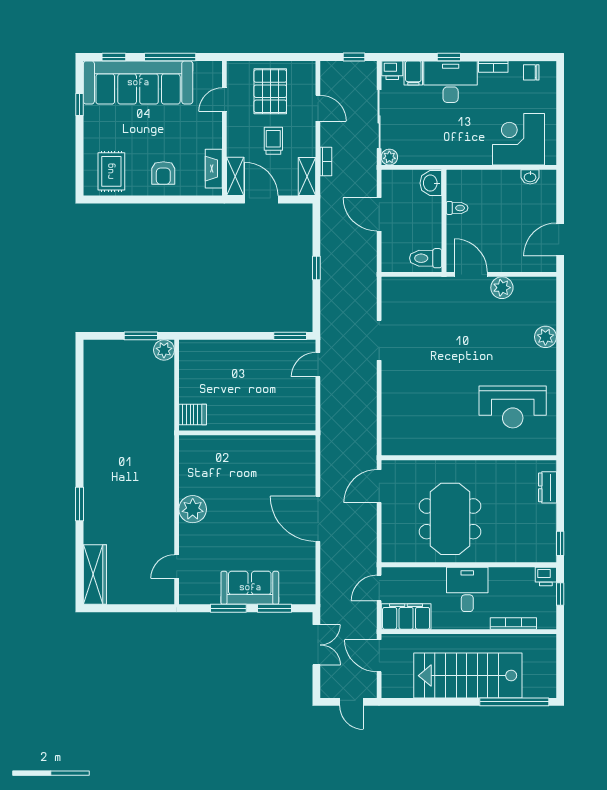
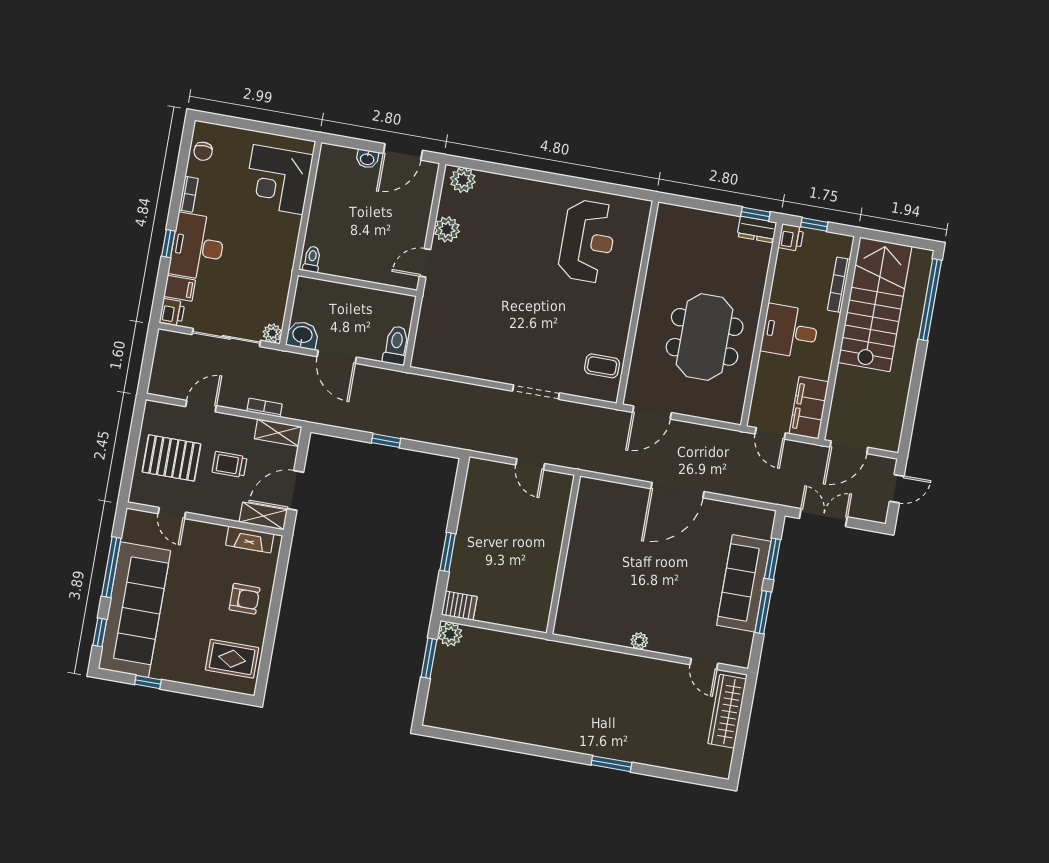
window: (354, 57) -> (149, 354), removed
washbasin: (530, 177) -> (367, 159), moved, turned 90
washbasin: (431, 183) -> (302, 335), moved, turned 180
toilet: (457, 208) -> (312, 259), moved
door: (379, 214) -> (337, 357), hinge flipped
door: (560, 240) -> (403, 152), hinge flipped
toilet: (426, 258) -> (396, 345), moved, turned 180
door: (471, 274) -> (425, 263), width x0.73
window: (290, 336) -> (448, 552), moved
plant: (545, 337) -> (463, 180), moved
doorway: (379, 340) -> (536, 392), moved
door: (318, 365) -> (530, 464), moved
server rack: (193, 415) -> (459, 606), moved, turned 90
coffee table: (411, 437) -> (602, 366), added
door: (379, 486) -> (652, 413), hinge flipped
dresser: (547, 487) -> (757, 229), moved
plant: (193, 509) -> (639, 641), width x0.53, depth x0.53
meeting table: (450, 519) -> (705, 337), turned 90
wardrobe: (95, 575) -> (727, 711), moved, turned -90
sofa: (250, 588) -> (744, 583), width x1.36
stairs: (468, 676) -> (875, 304), moved, turned 180

